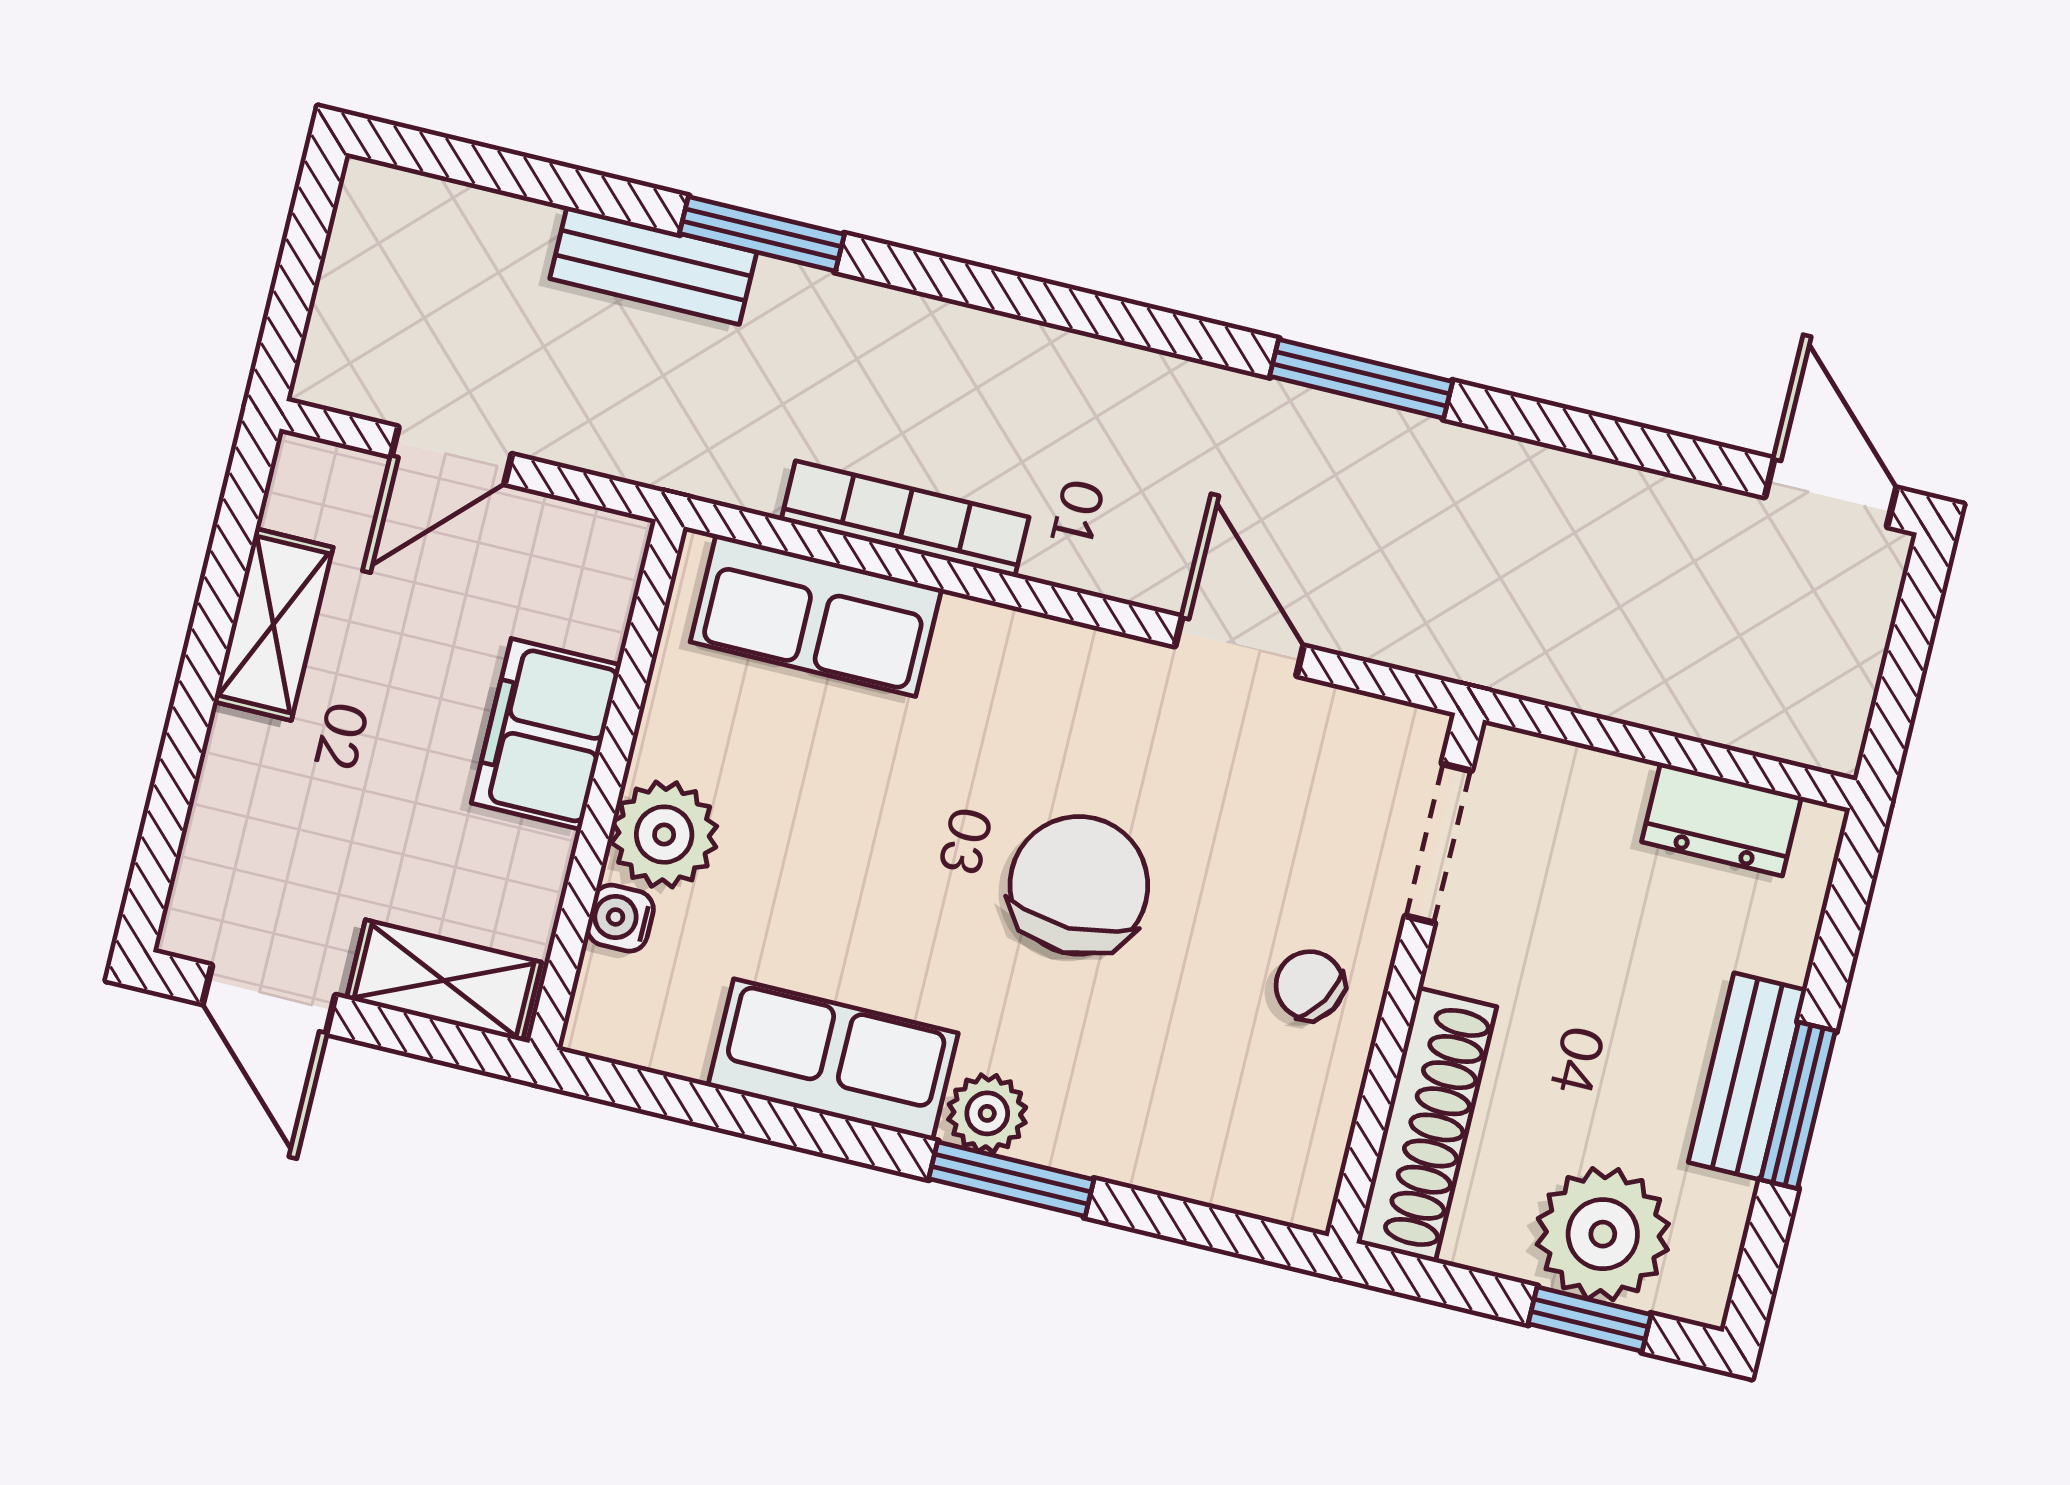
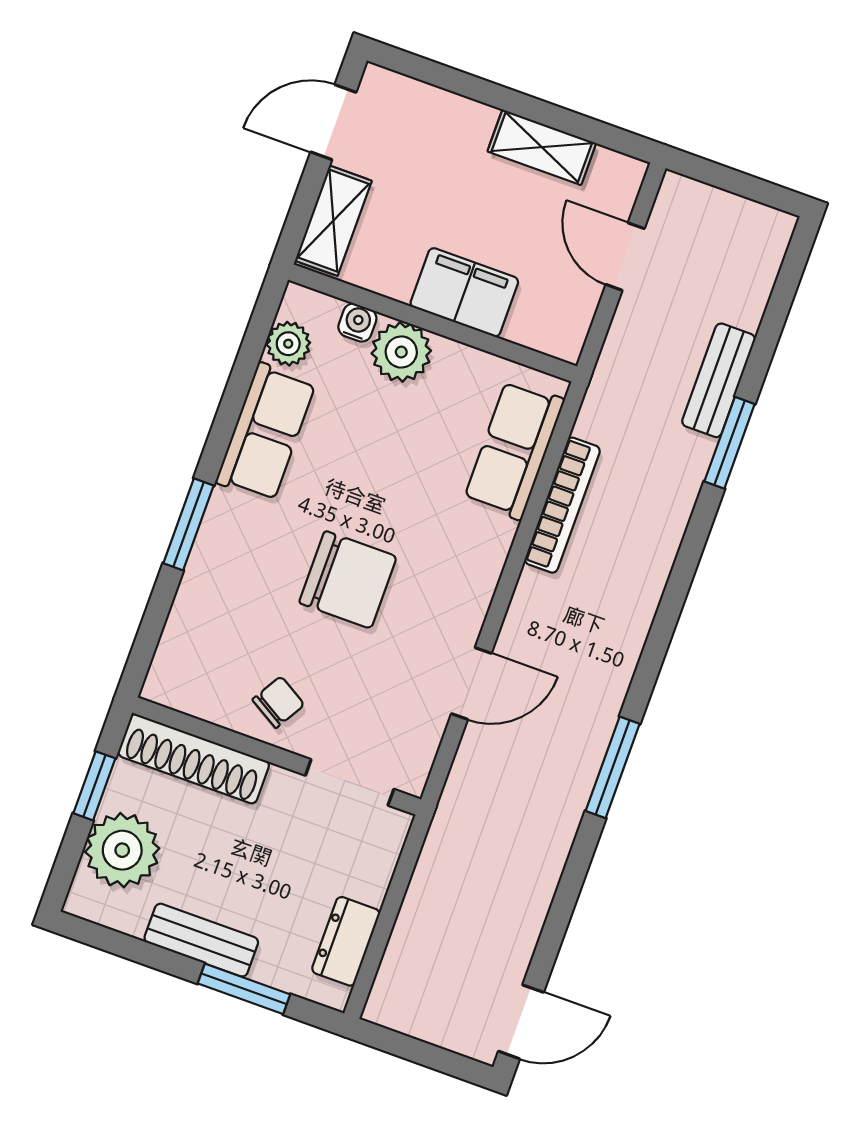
window: (1798, 1105) -> (244, 989), moved
plant: (987, 1113) -> (288, 344), moved
window: (1590, 1319) -> (94, 786), moved

